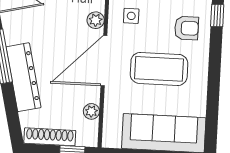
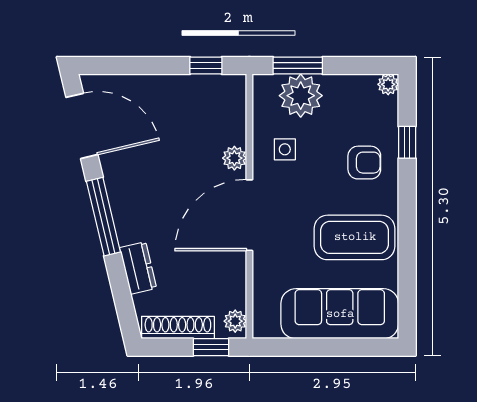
coffee table: (159, 69) -> (355, 237), moved
dresser: (23, 77) -> (138, 268), width x0.51, depth x0.80
plant: (91, 111) -> (235, 321), moved

